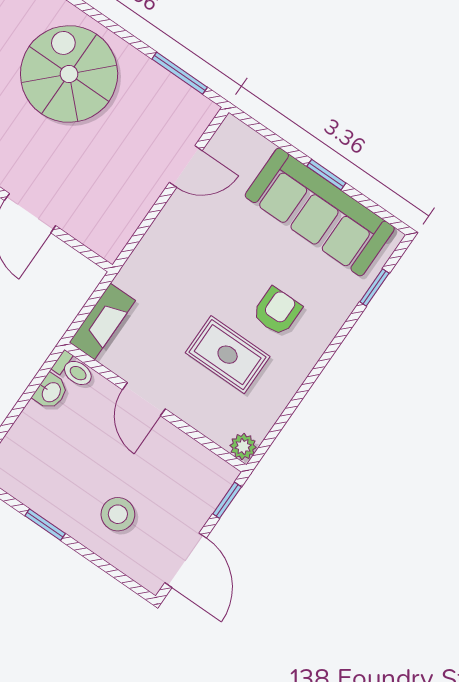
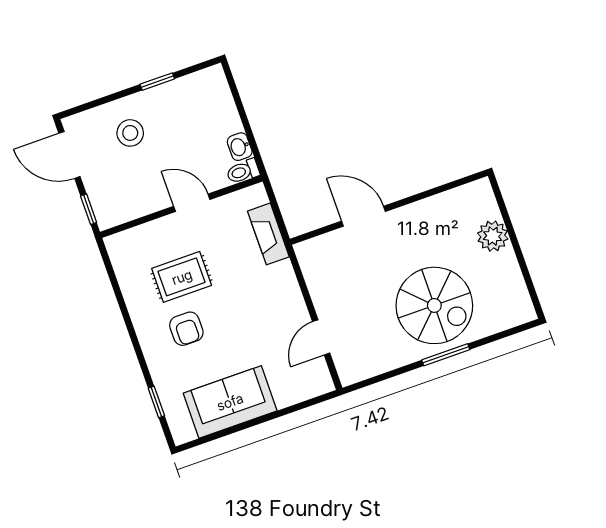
window: (180, 73) -> (446, 355), moved
window: (326, 175) -> (251, 423), removed
sofa: (320, 212) -> (230, 402), width x0.73
fireplace: (102, 321) -> (268, 234), moved
plant: (243, 447) -> (116, 244), removed

